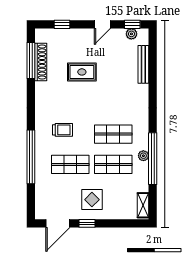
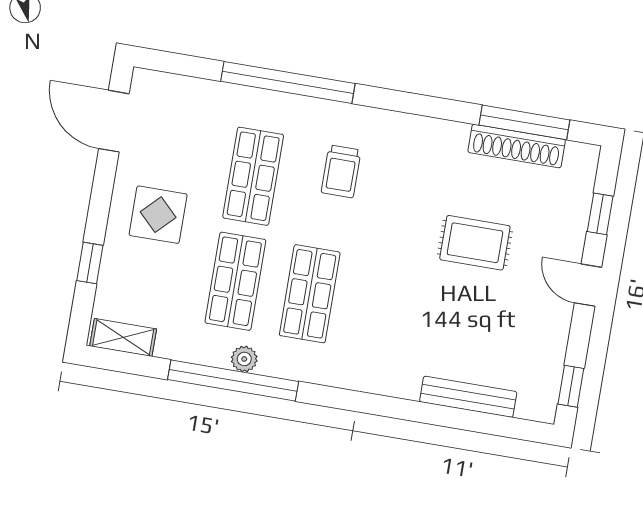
door: (102, 24) -> (588, 285), moved
plant: (131, 34) -> (548, 380), removed
rug: (82, 72) -> (475, 243), turned 90
window: (87, 223) -> (90, 263), moved

